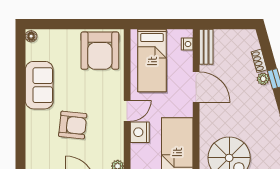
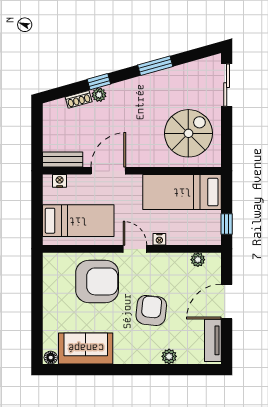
armchair: (100, 51) -> (97, 281), moved
sofa: (39, 85) -> (86, 348), moved
nightstand: (140, 132) -> (159, 239), width x0.53, depth x0.56
plant: (32, 141) -> (169, 356), added

